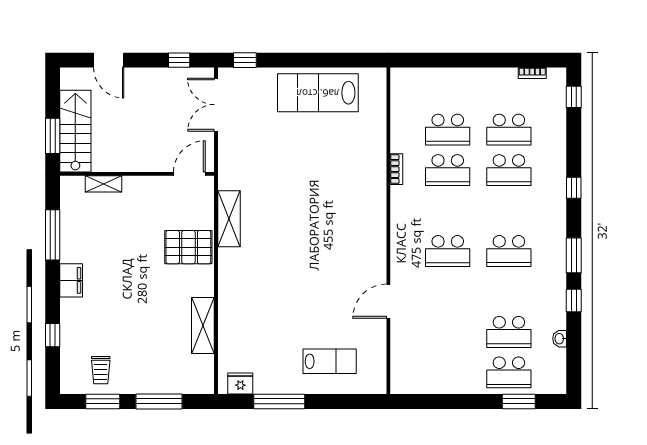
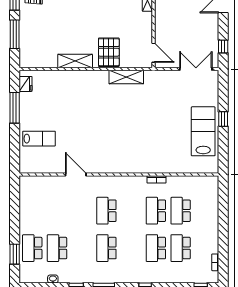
window: (245, 60) -> (223, 119), moved
shelving: (203, 325) -> (75, 61), moved
lab bench: (330, 361) -> (39, 139), turned -90

